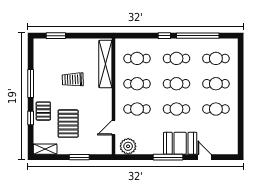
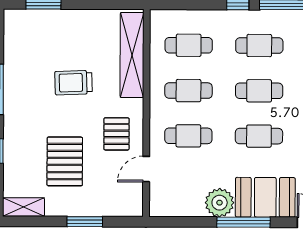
pallet: (43, 111) -> (116, 134), moved
plant: (128, 146) -> (220, 203), moved

